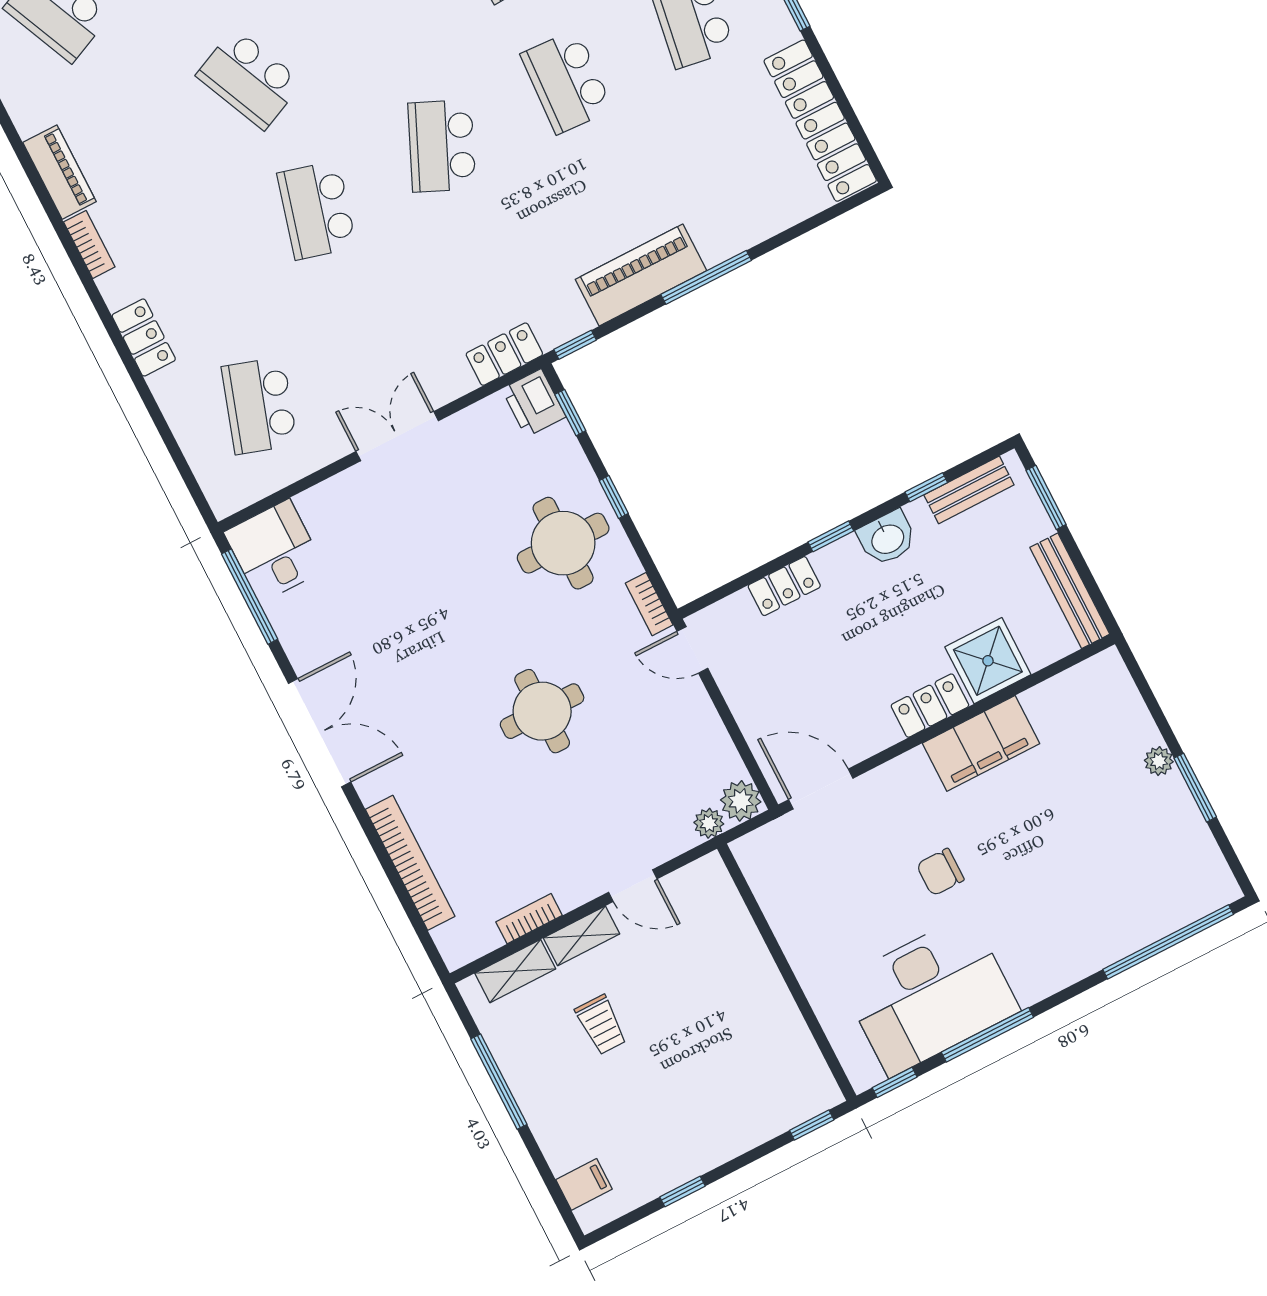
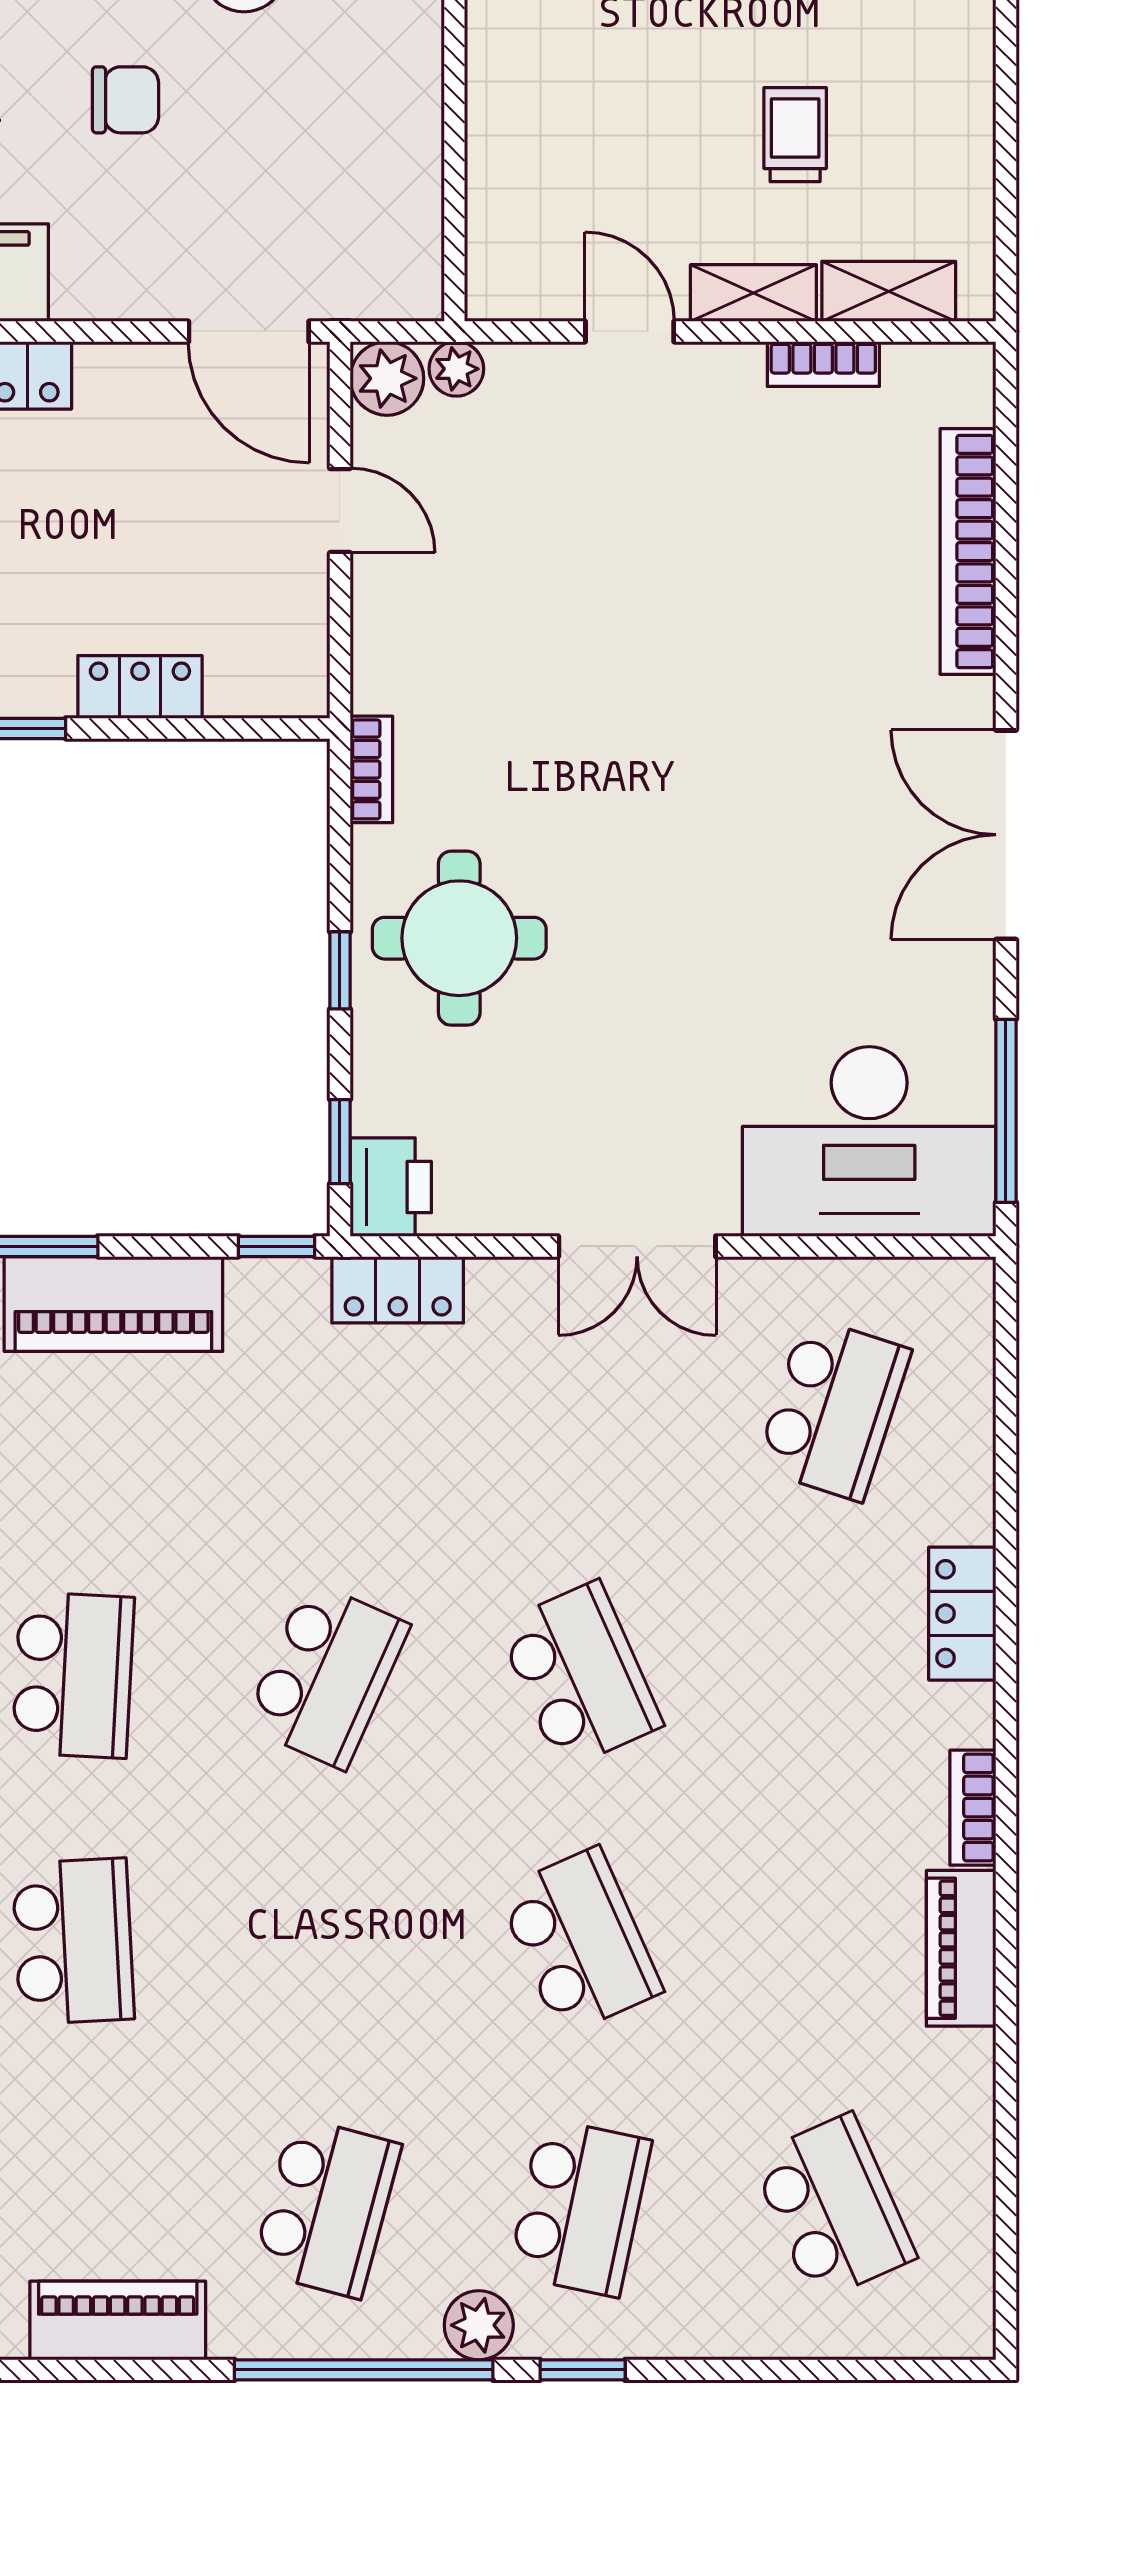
school desk: (317, 210) -> (580, 1675), turned -39
desk: (275, 551) -> (869, 1141), width x1.87, depth x1.30
door: (692, 650) -> (340, 510), moved
round table: (542, 711) -> (631, 686), removed
window: (499, 1082) -> (1006, 128), removed

